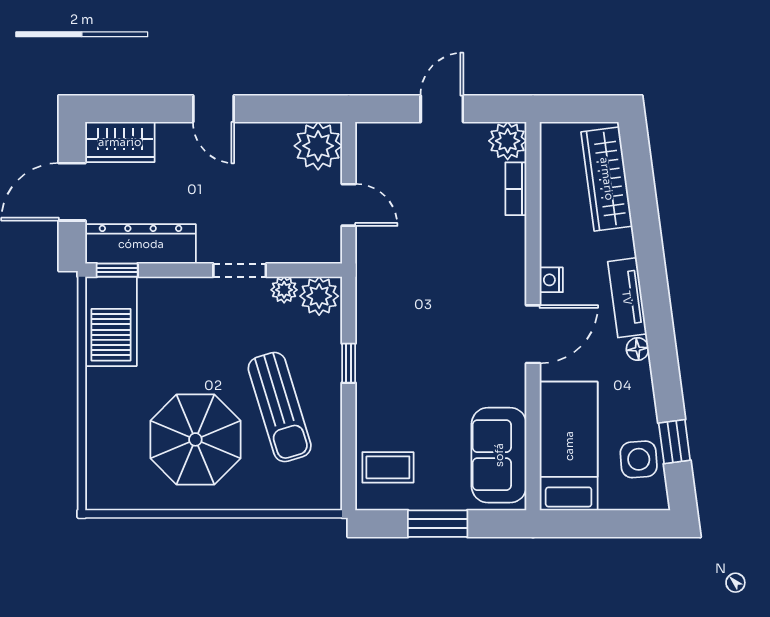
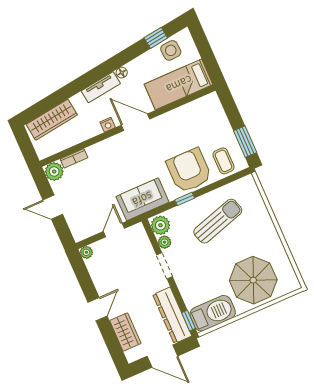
wardrobe: (120, 142) -> (125, 332), moved
plant: (318, 146) -> (86, 252), width x0.53, depth x0.53
armchair: (398, 395) -> (189, 170), added
parasol: (195, 439) -> (253, 280), moved
sofa: (499, 455) -> (142, 199), moved, turned 180
window: (438, 524) -> (245, 142), moved

